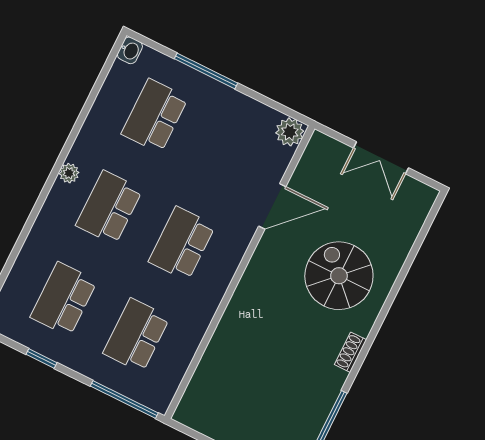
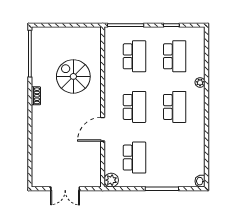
school desk: (155, 116) -> (134, 158), moved
double door: (381, 158) -> (65, 189), swing flipped
plant: (69, 173) -> (200, 82), moved
door: (272, 206) -> (103, 129), moved
spiral stairs: (339, 276) -> (73, 76), moved, turned 180

